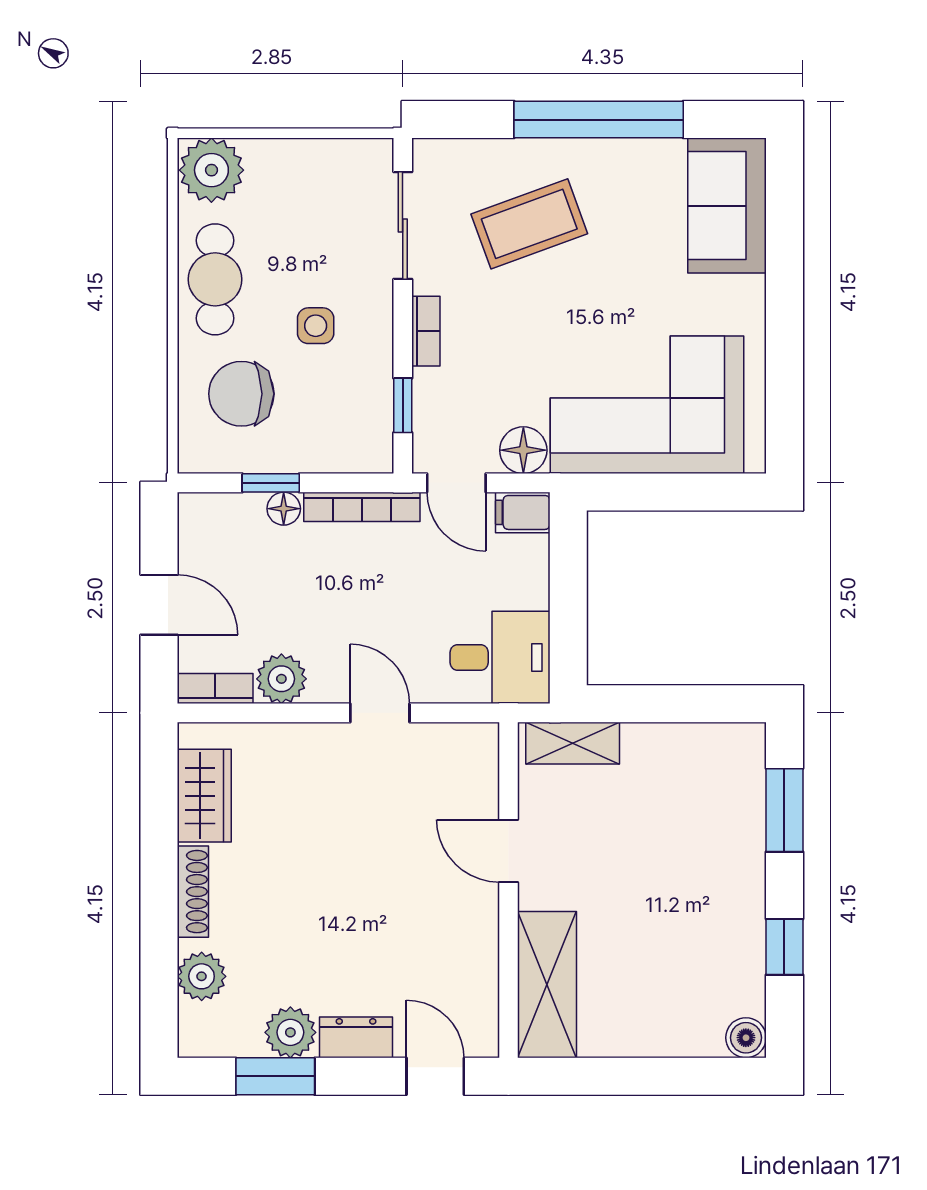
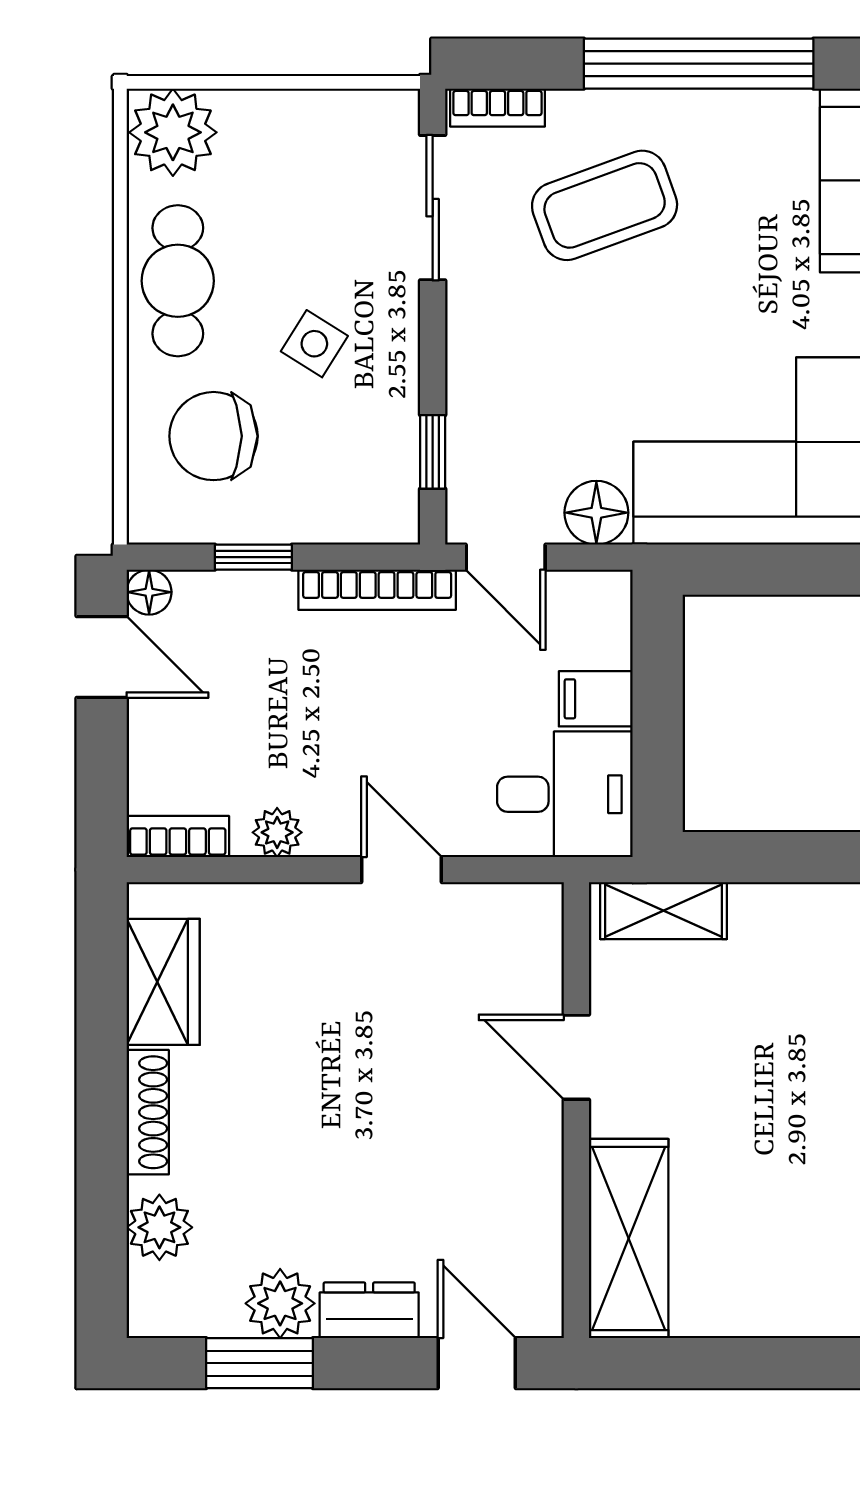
side table: (316, 326) -> (314, 344), turned 32
bookcase: (426, 331) -> (497, 108), moved, turned 90
floor lamp: (284, 509) -> (149, 592), moved
filing cabinet: (523, 512) -> (596, 699), moved
door: (159, 605) -> (102, 657), moved
plant: (281, 679) -> (277, 832), width x0.73, depth x0.73

